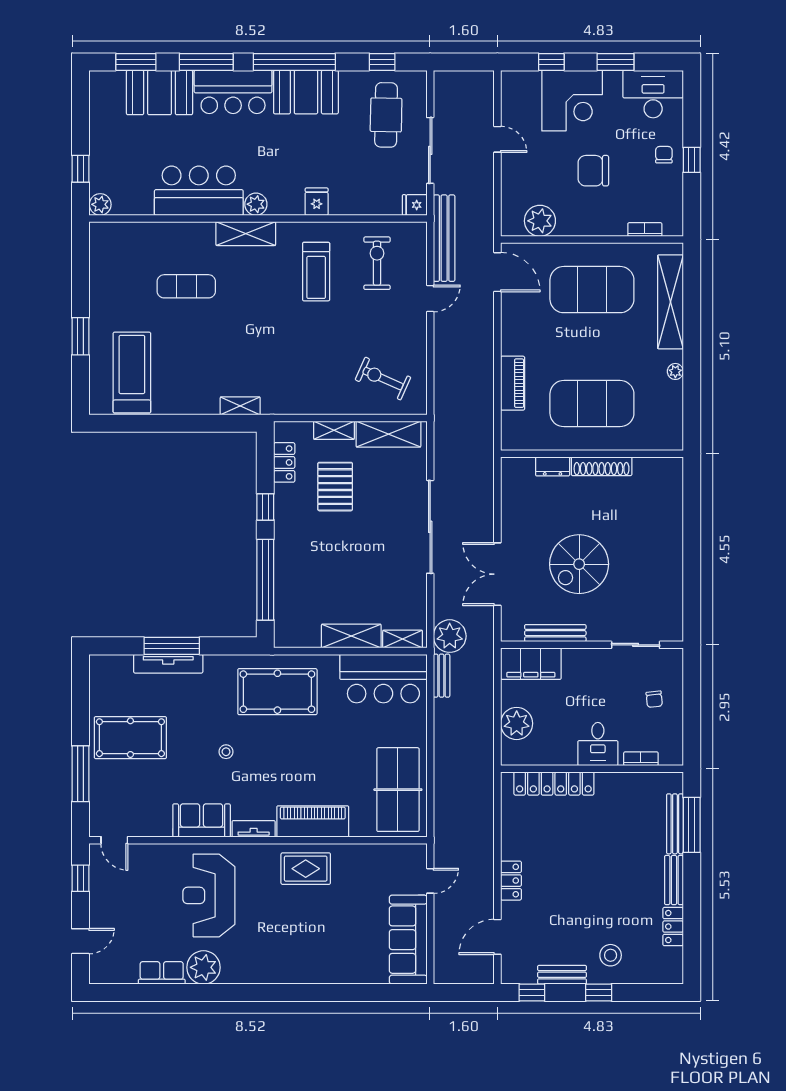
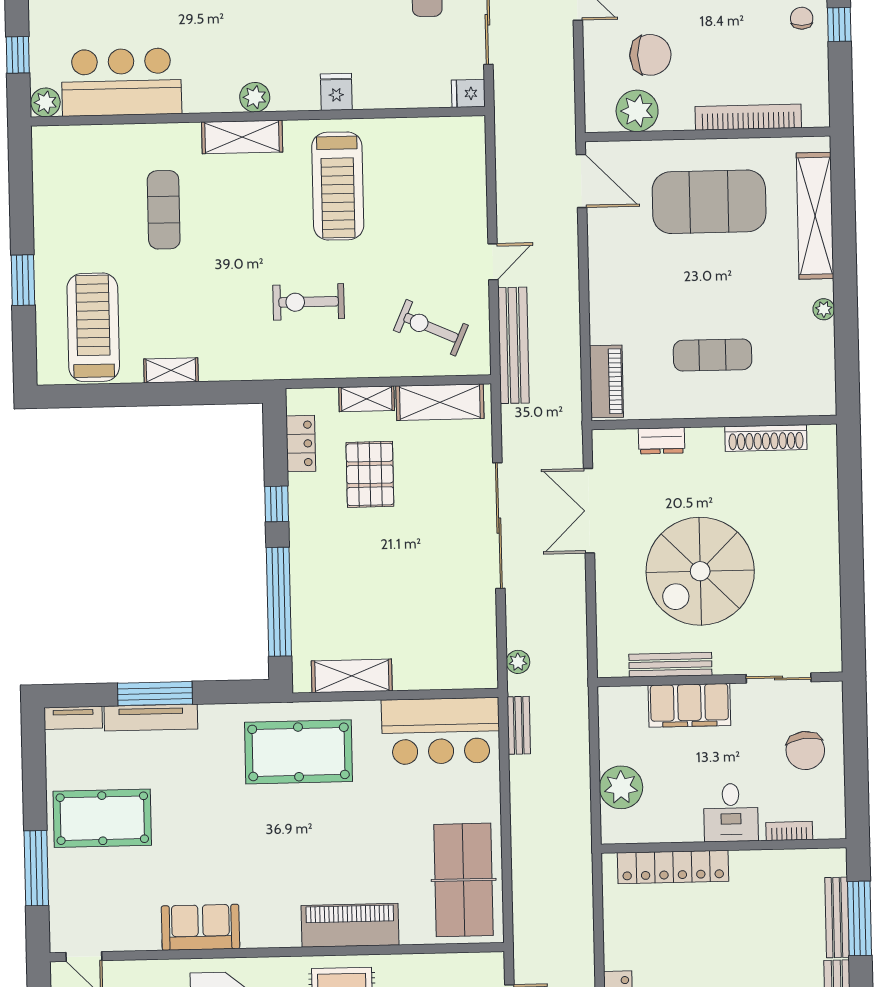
chair: (593, 171) -> (650, 55), moved, turned 180
bar counter: (199, 191) -> (121, 82), moved
bookcase: (645, 229) -> (748, 117), width x2.31, depth x1.31
bench: (444, 238) -> (513, 345), moved
exercise bike: (377, 263) -> (309, 302), moved, turned -90
treadmill: (316, 272) -> (338, 186), width x1.37, depth x1.38
exercise mat: (186, 286) -> (164, 210), turned 90
door: (430, 298) -> (493, 262), moved
piano: (513, 383) -> (606, 381), moved
exercise mat: (592, 404) -> (713, 355), width x0.50, depth x0.69
shelving: (240, 406) -> (171, 370), moved
shoe rack: (602, 466) -> (766, 438), moved
spiral stairs: (579, 564) -> (700, 571), width x1.37, depth x1.37
double door: (497, 574) -> (589, 511), moved
shelving: (351, 636) -> (352, 676), moved
plant: (450, 636) -> (518, 662), width x0.53, depth x0.53
shelving: (403, 639) -> (465, 677), removed
filing cabinet: (531, 664) -> (689, 705), moved
chair: (654, 699) -> (805, 750), width x1.87, depth x1.87
stool: (226, 752) -> (231, 834), removed
tv unit: (254, 829) -> (73, 718), moved, turned 180

